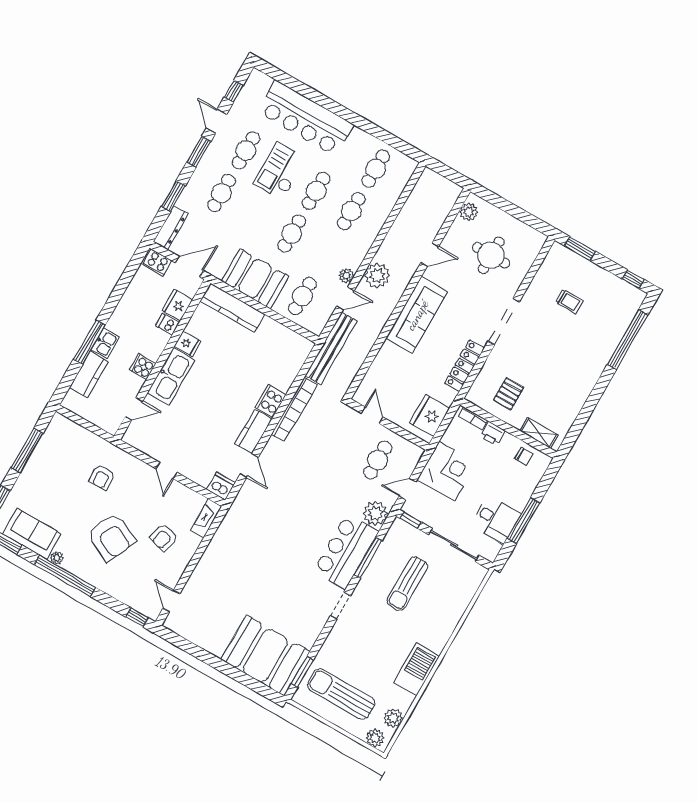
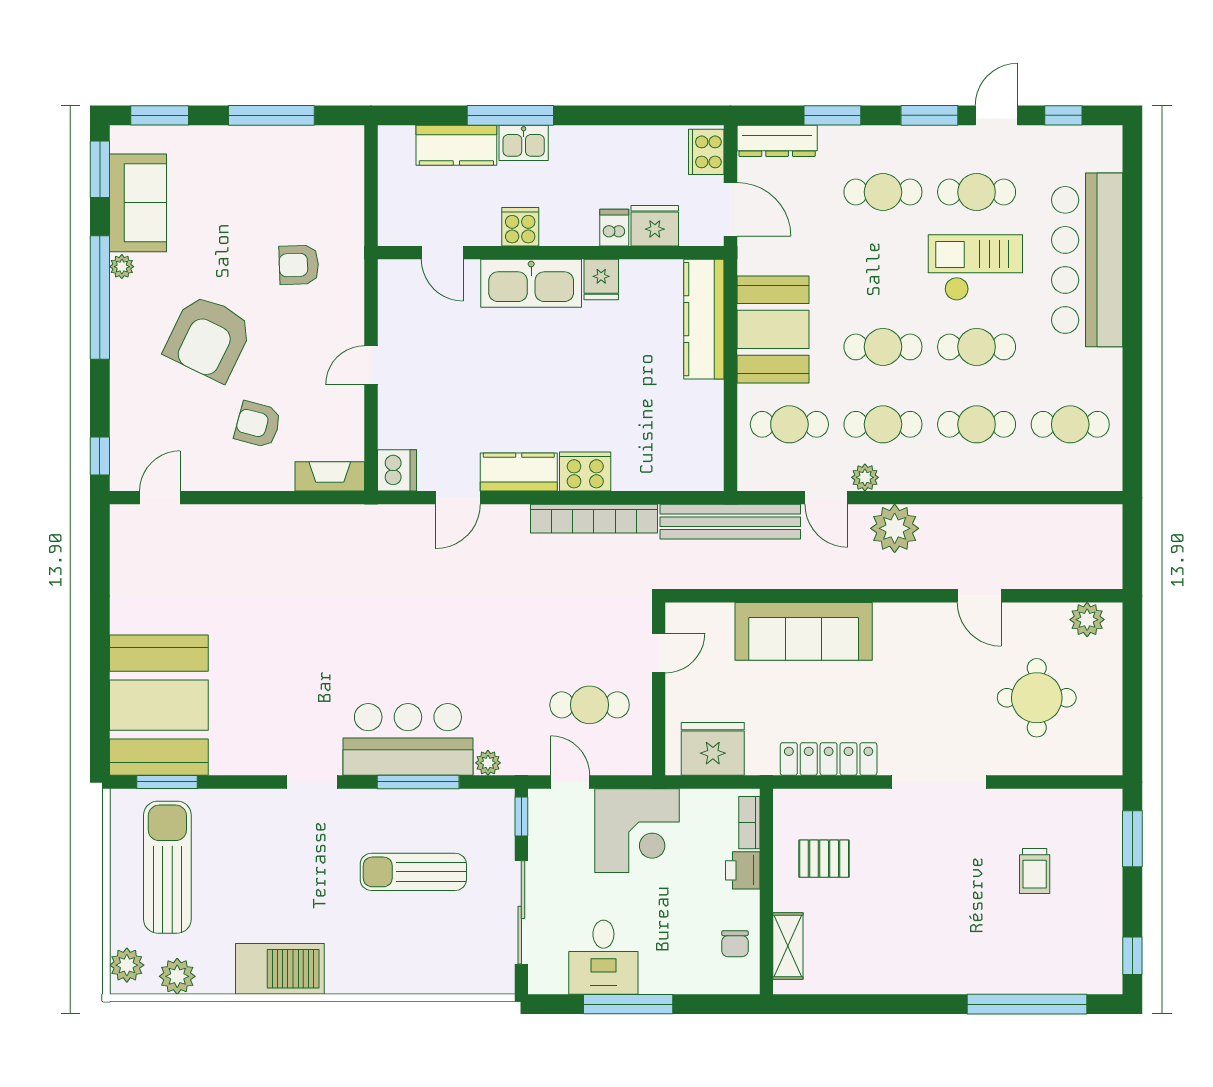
cafe table: (327, 254) -> (883, 424), added
sofa: (417, 315) -> (804, 631), moved
plant: (375, 513) -> (488, 763), width x0.53, depth x0.53

